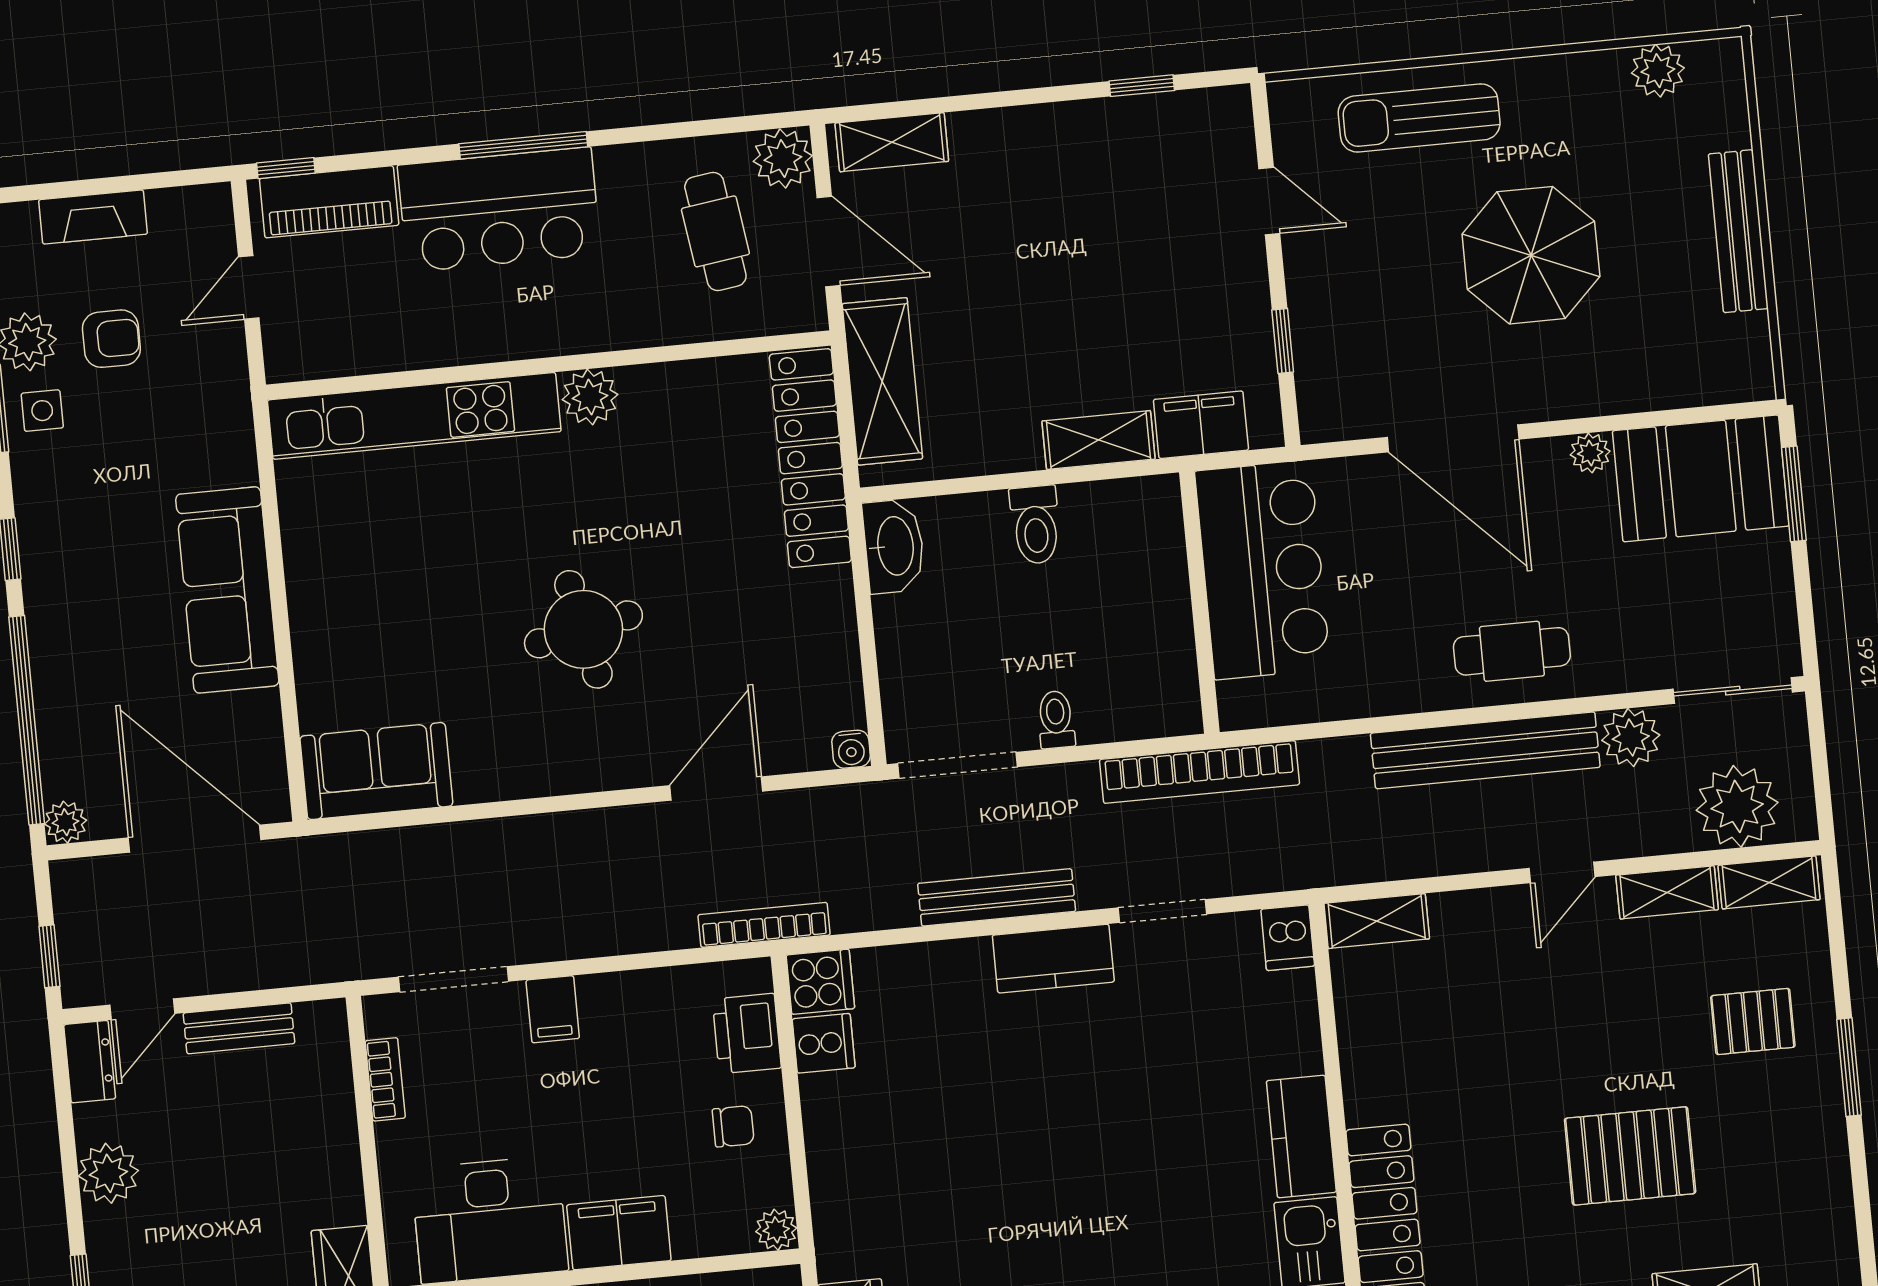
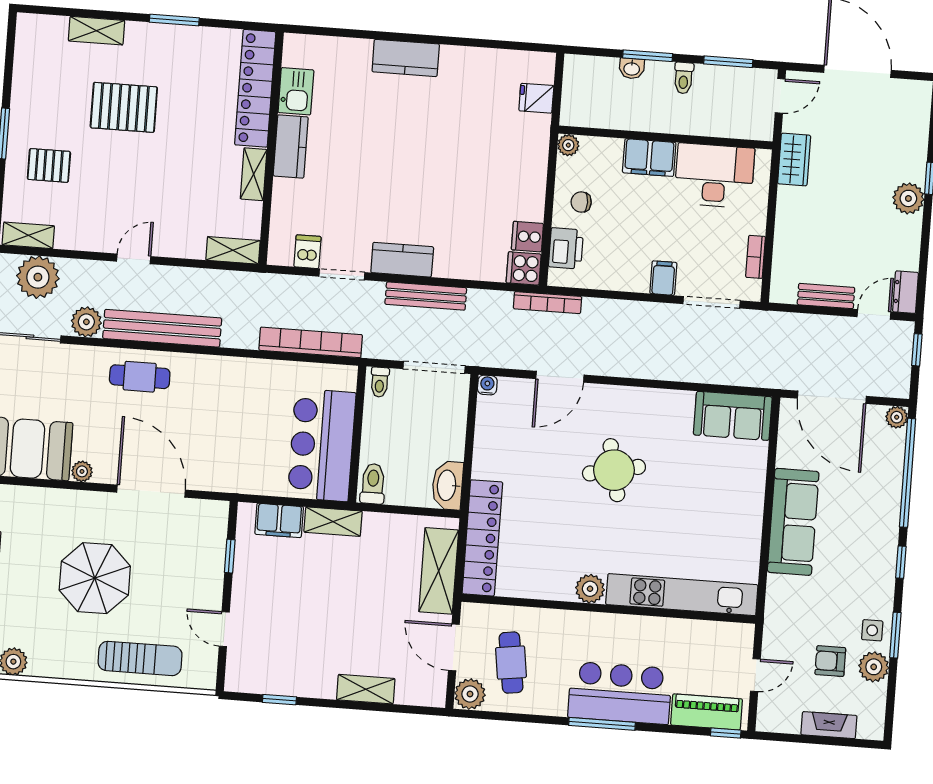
shelving: (892, 142) -> (366, 689), moved
bar counter: (1263, 570) -> (322, 445), moved
wall: (1199, 602) -> (357, 434), moved
shelving: (1667, 892) -> (254, 174), moved, turned 90
dishwasher: (1288, 938) -> (307, 252), moved
plant: (108, 1173) -> (908, 198), moved

